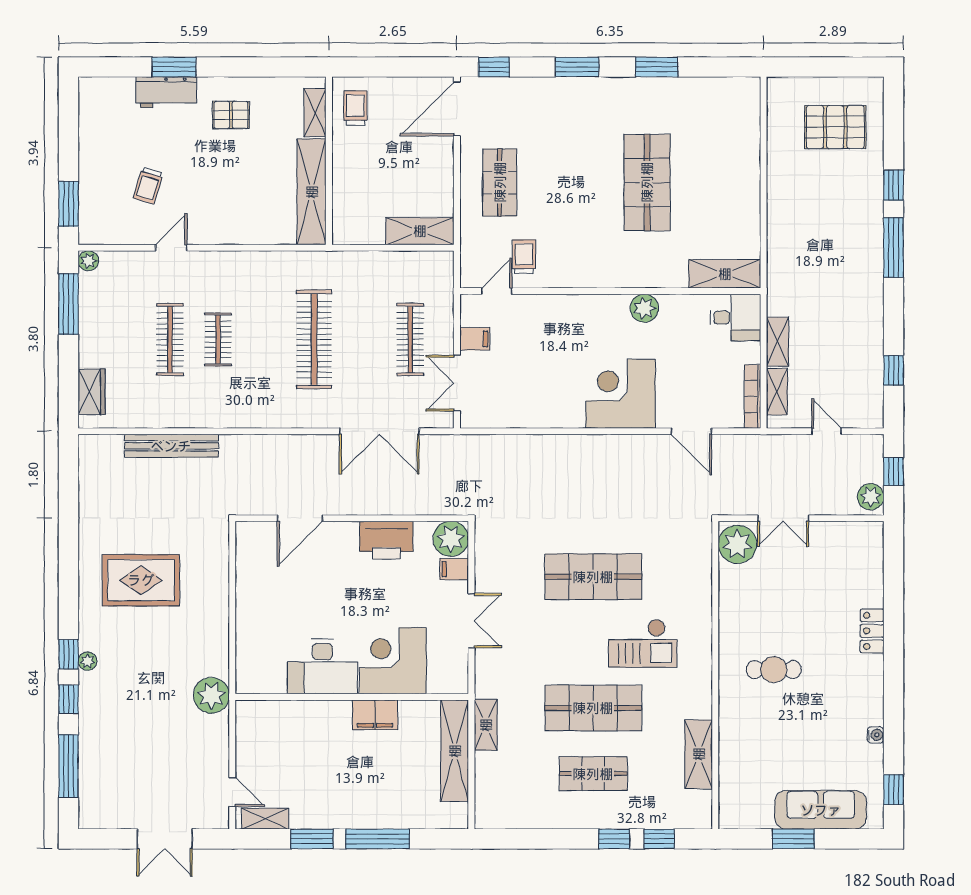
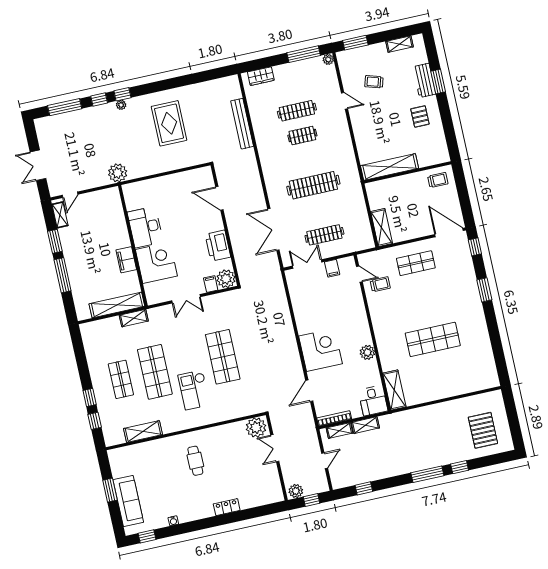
window: (657, 67) -> (494, 331), removed
shelving: (315, 113) -> (400, 44), moved

